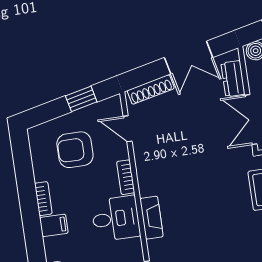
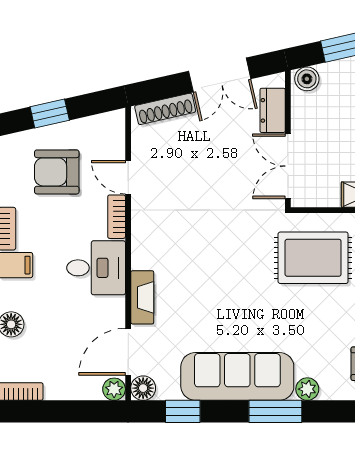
window: (81, 99) -> (50, 113), moved
door: (128, 129) -> (128, 177), moved
fireplace: (152, 218) -> (142, 297), moved

